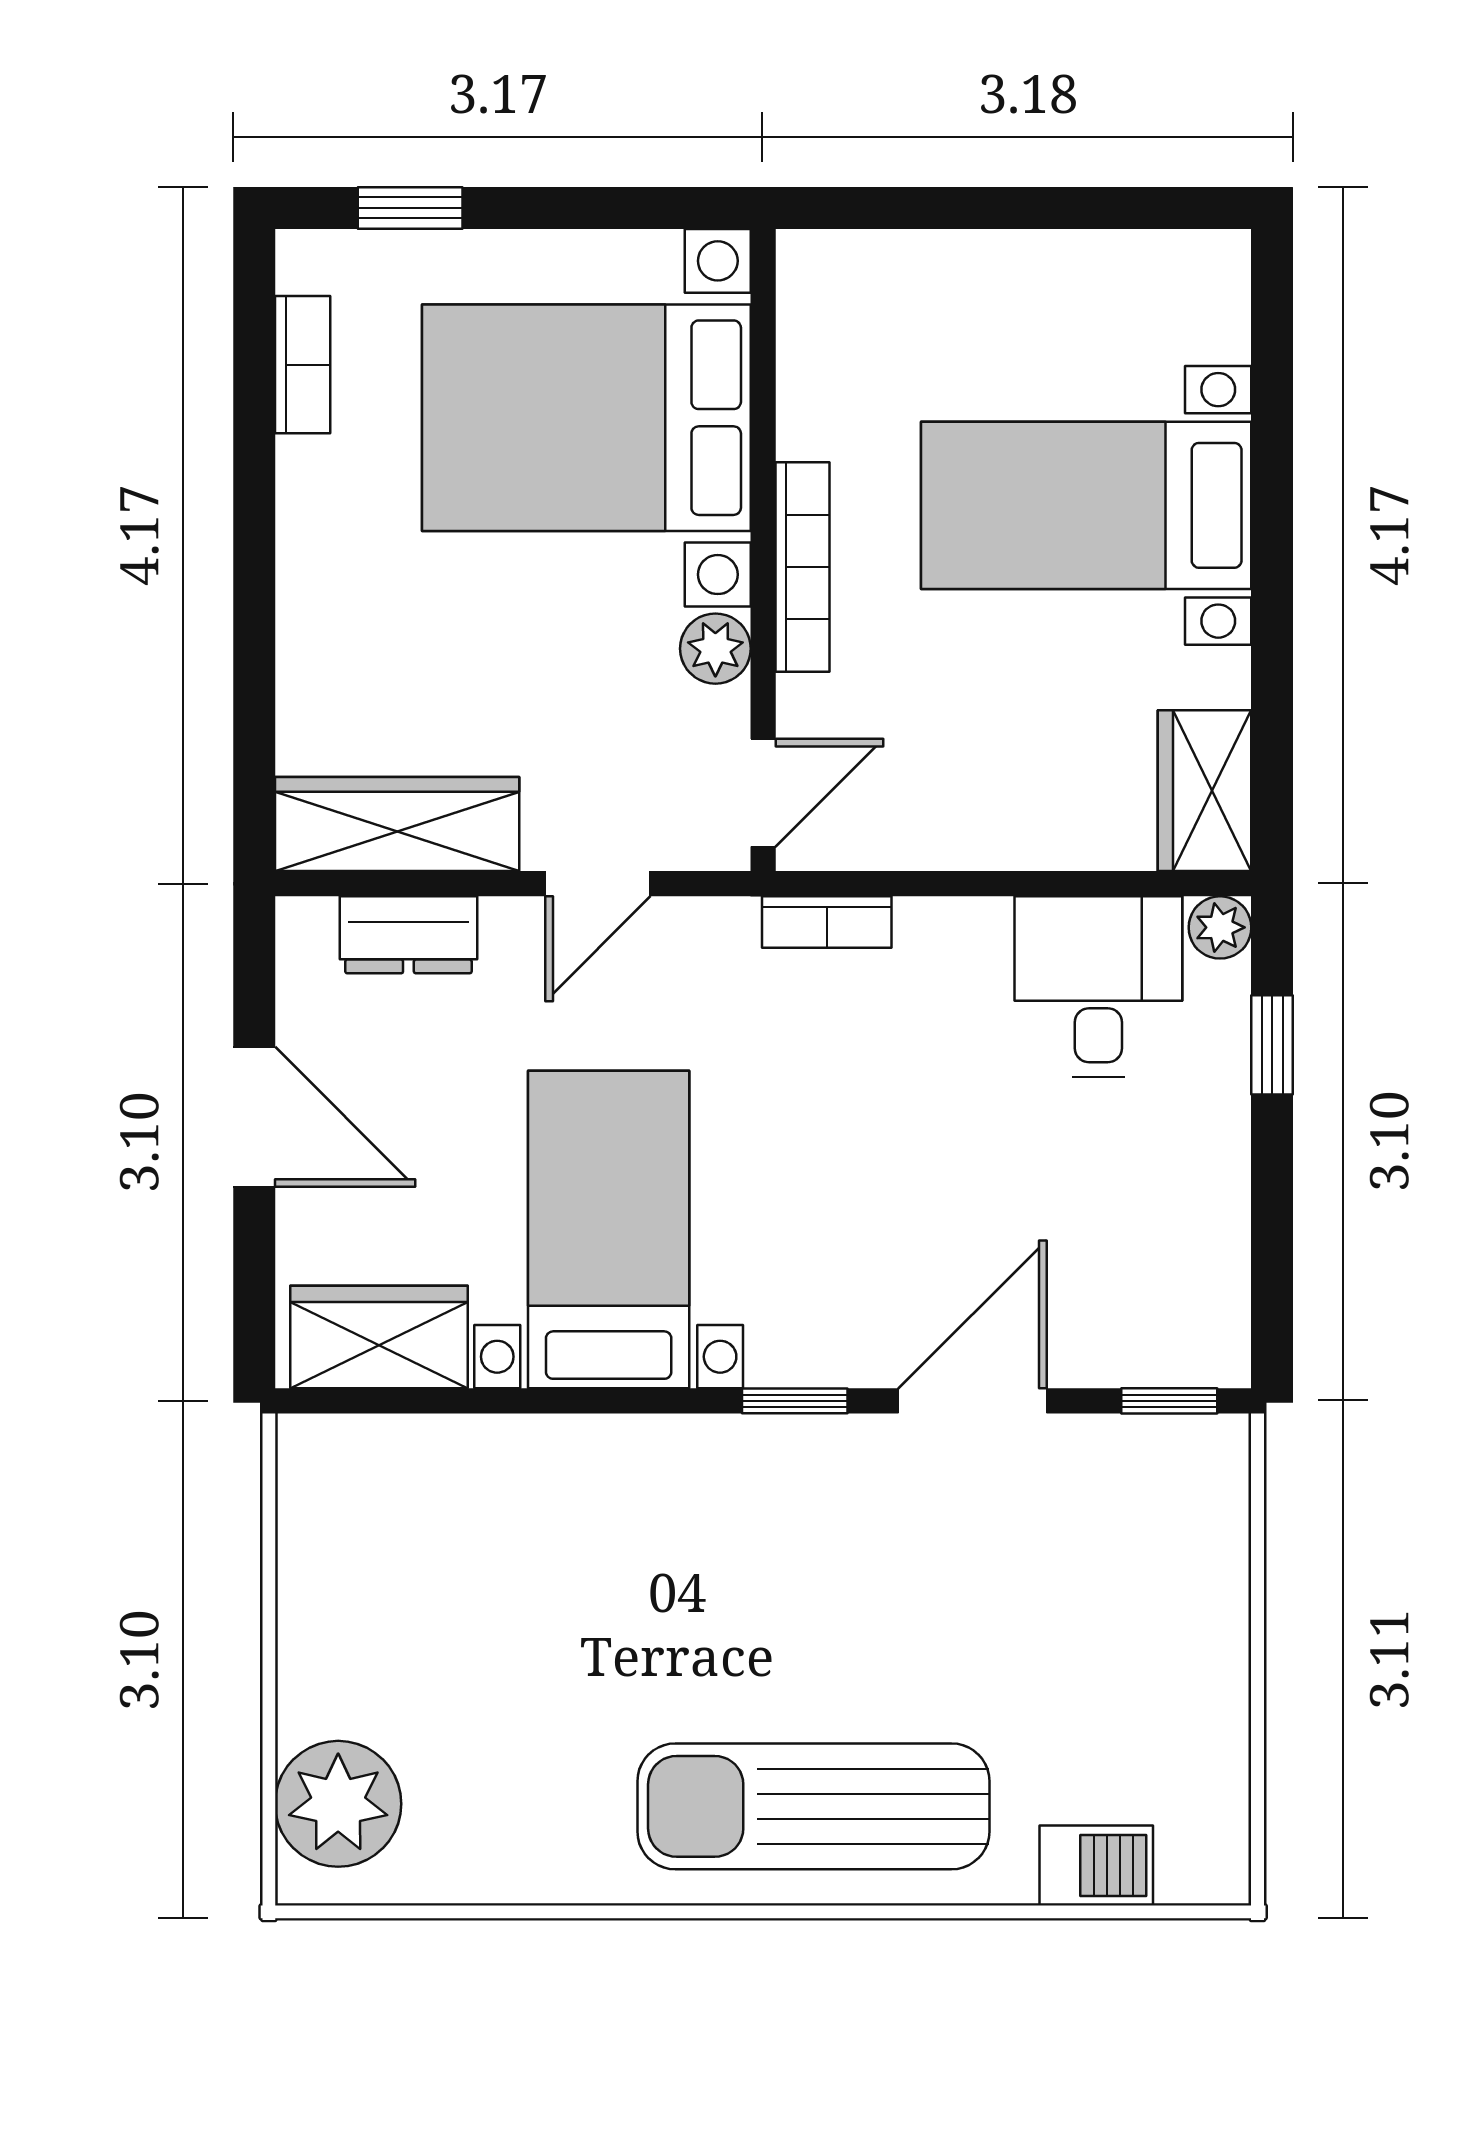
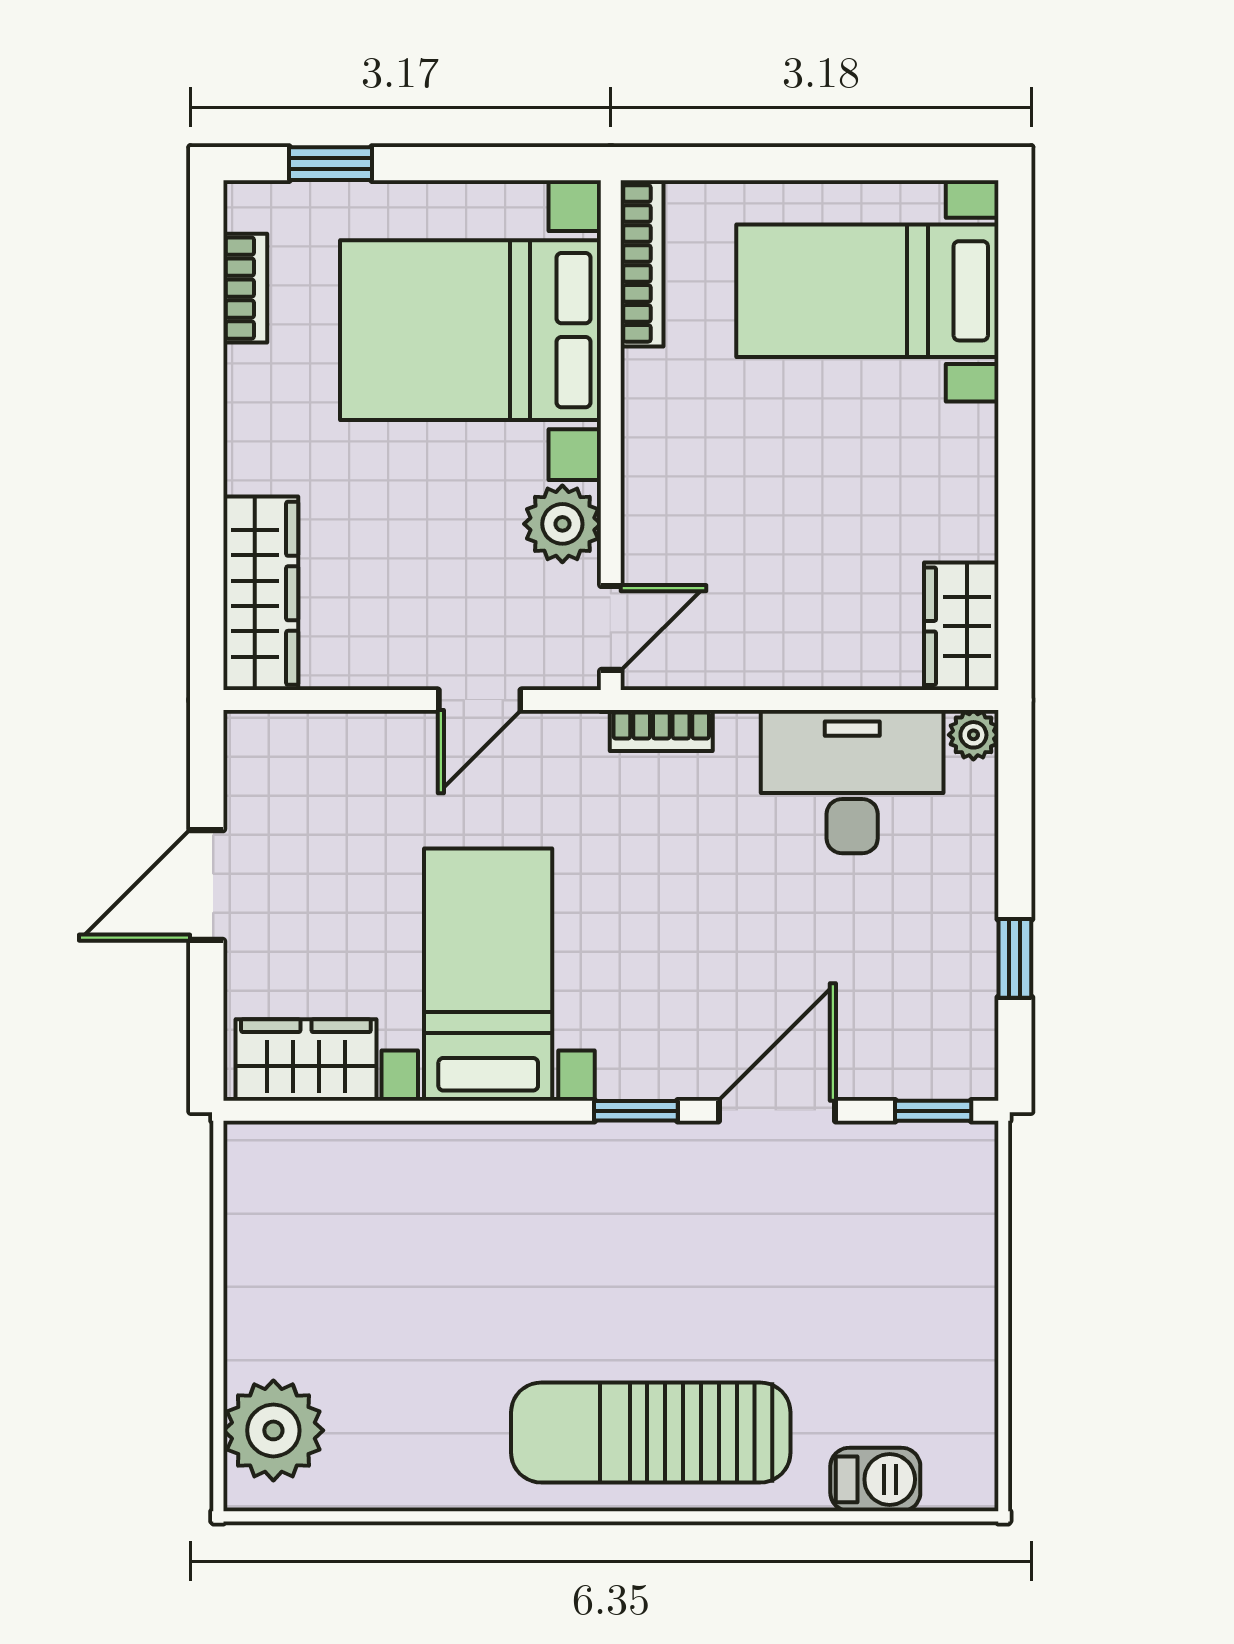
bed with nightstands: (1086, 505) -> (867, 291), moved
bookcase: (803, 567) -> (642, 263), moved
plant: (715, 649) -> (562, 524), width x1.38, depth x1.38
wardrobe: (397, 824) -> (261, 593), moved, turned 90
dresser: (408, 935) -> (329, 741), removed
desk: (1098, 987) -> (852, 782), width x1.37
window: (1272, 1045) -> (1015, 958), moved
door: (254, 1117) -> (207, 885), swing flipped

